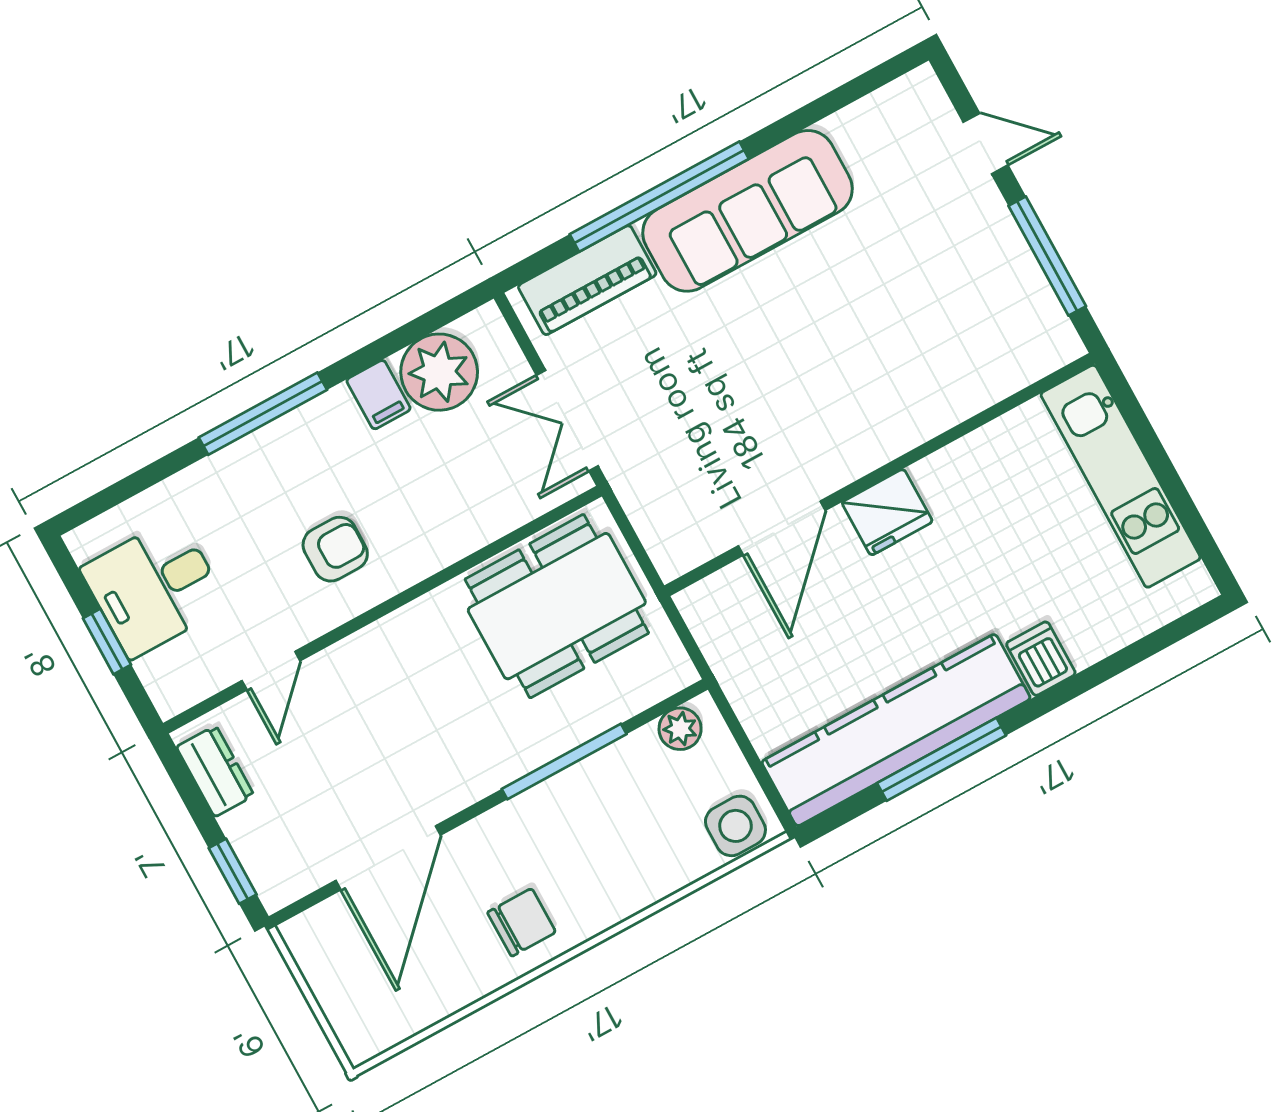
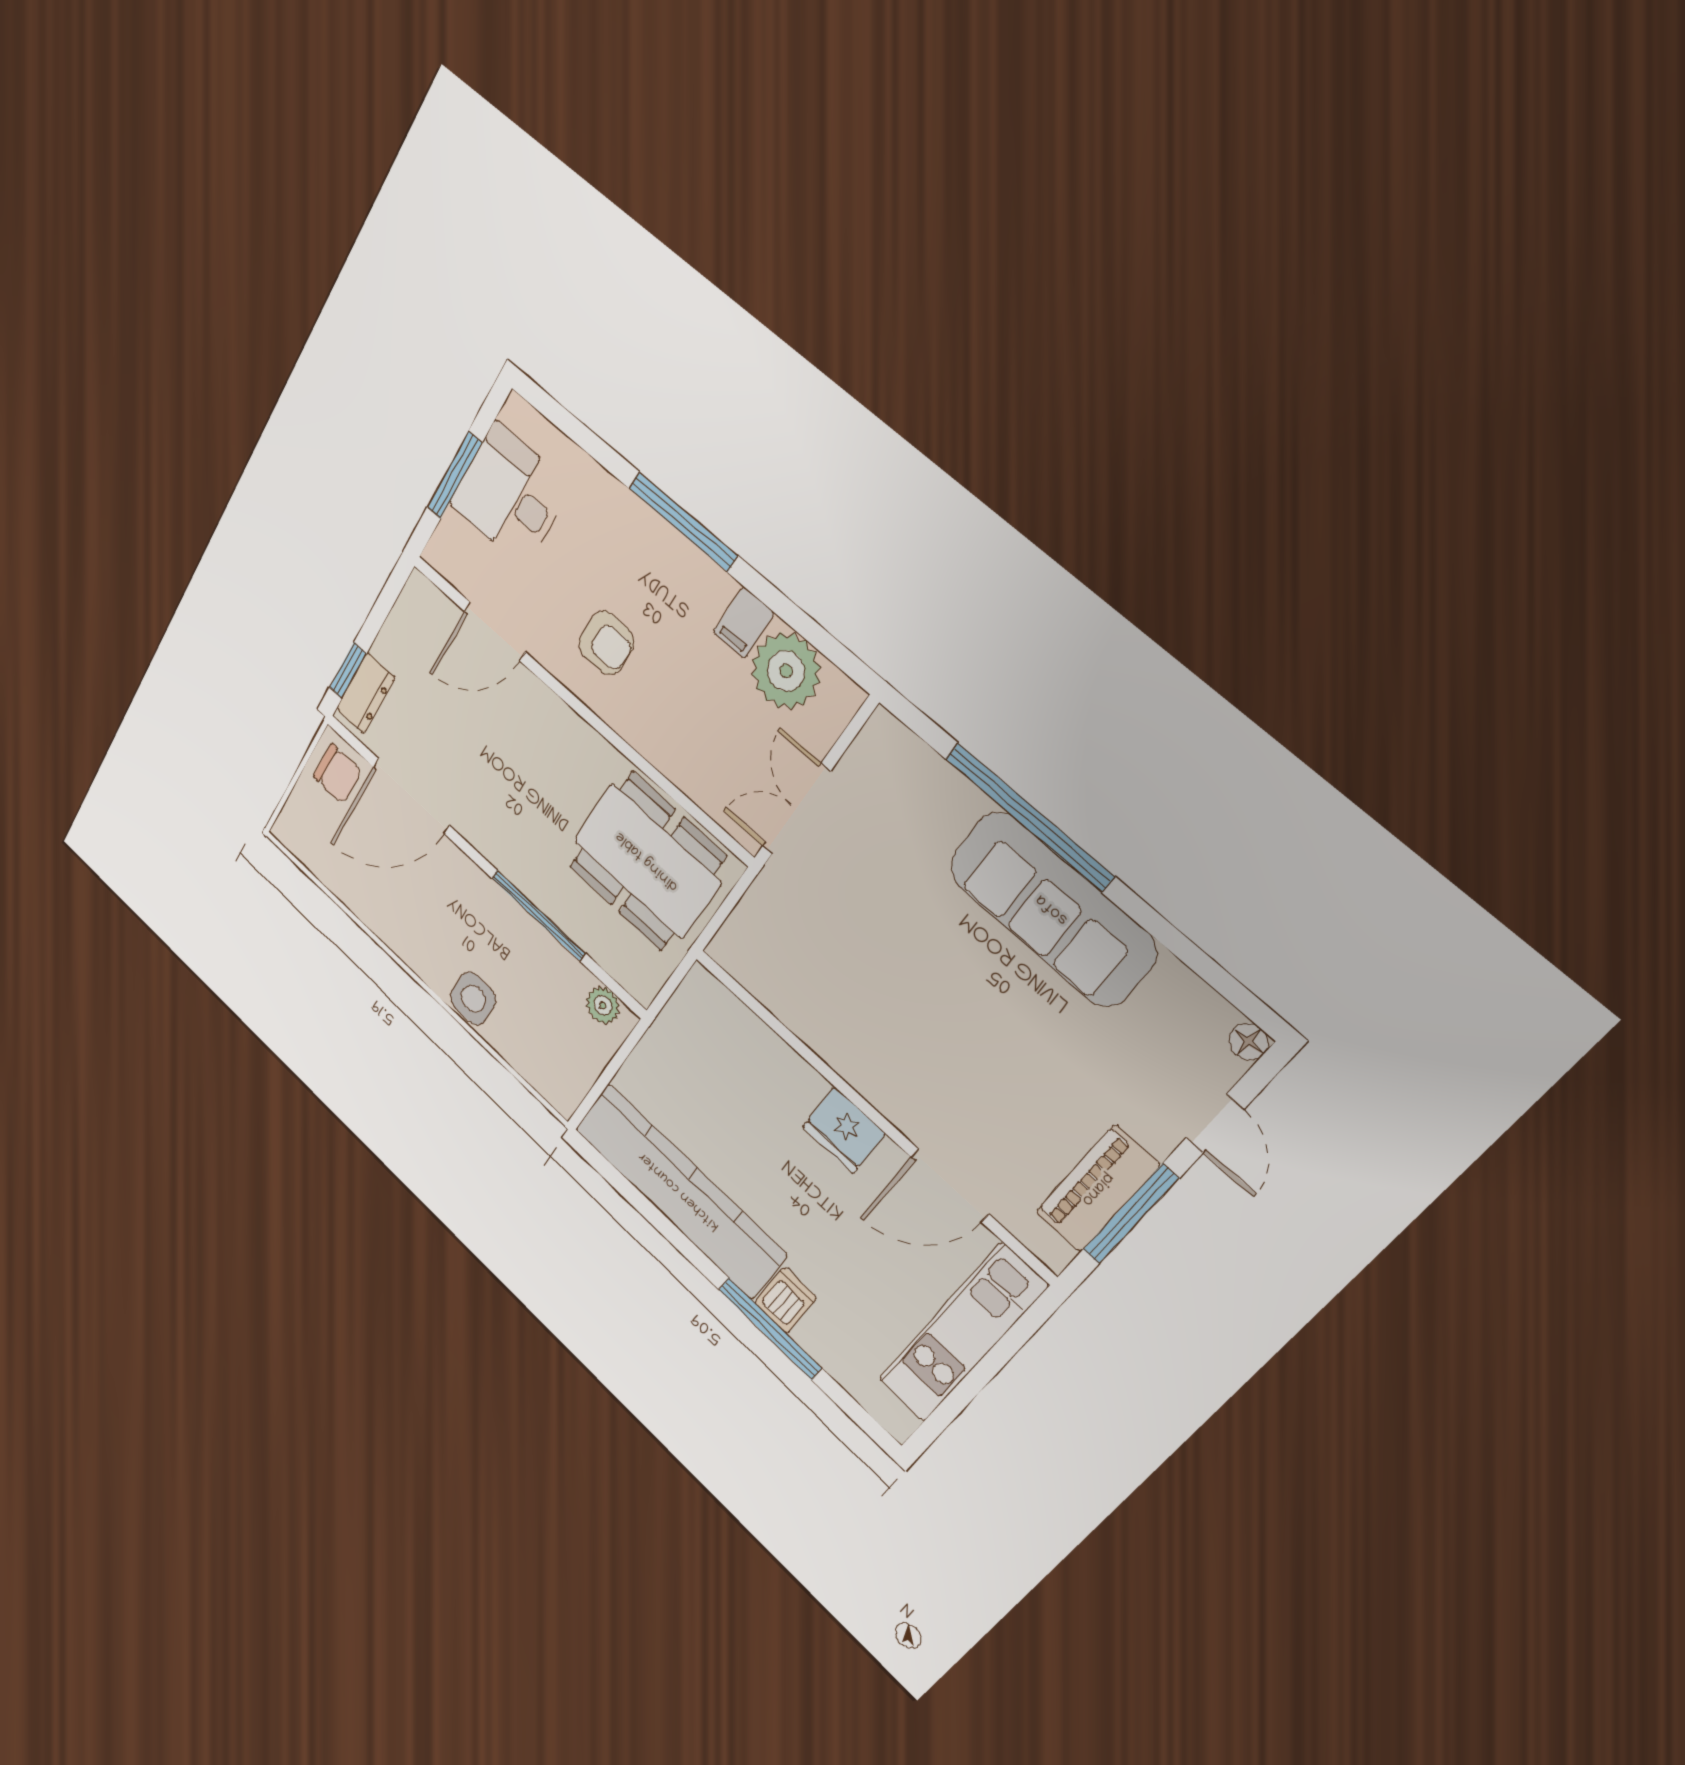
floor lamp: (922, 84) -> (1248, 1042), added
piano: (587, 280) -> (1097, 1189), moved, turned 90
door: (782, 528) -> (950, 1185), moved
window: (107, 642) -> (454, 475), width x1.50
door: (271, 671) -> (495, 631), width x1.38
window: (942, 759) -> (770, 1329), moved
dresser: (215, 771) -> (366, 693), moved
side table: (735, 826) -> (473, 999), moved
chair: (522, 922) -> (337, 774), moved

